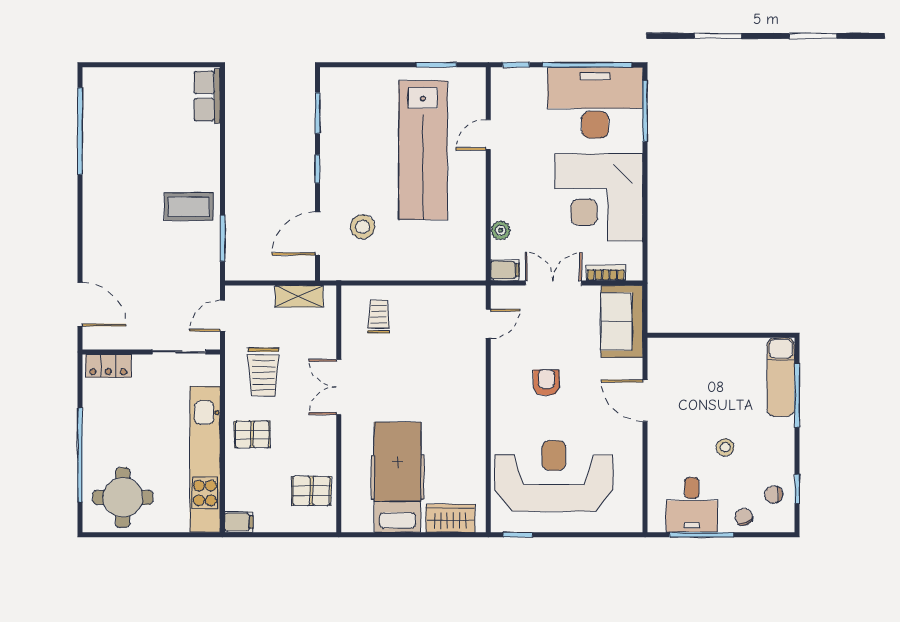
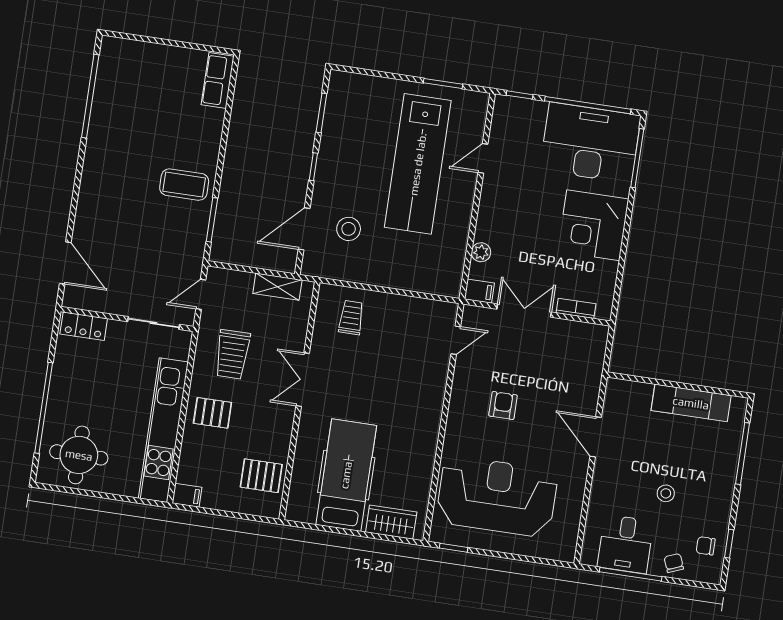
corner desk: (599, 197) -> (593, 225), width x0.74, depth x0.74
sofa: (622, 322) -> (585, 357), removed
exam couch: (781, 377) -> (691, 403), moved, turned -90

